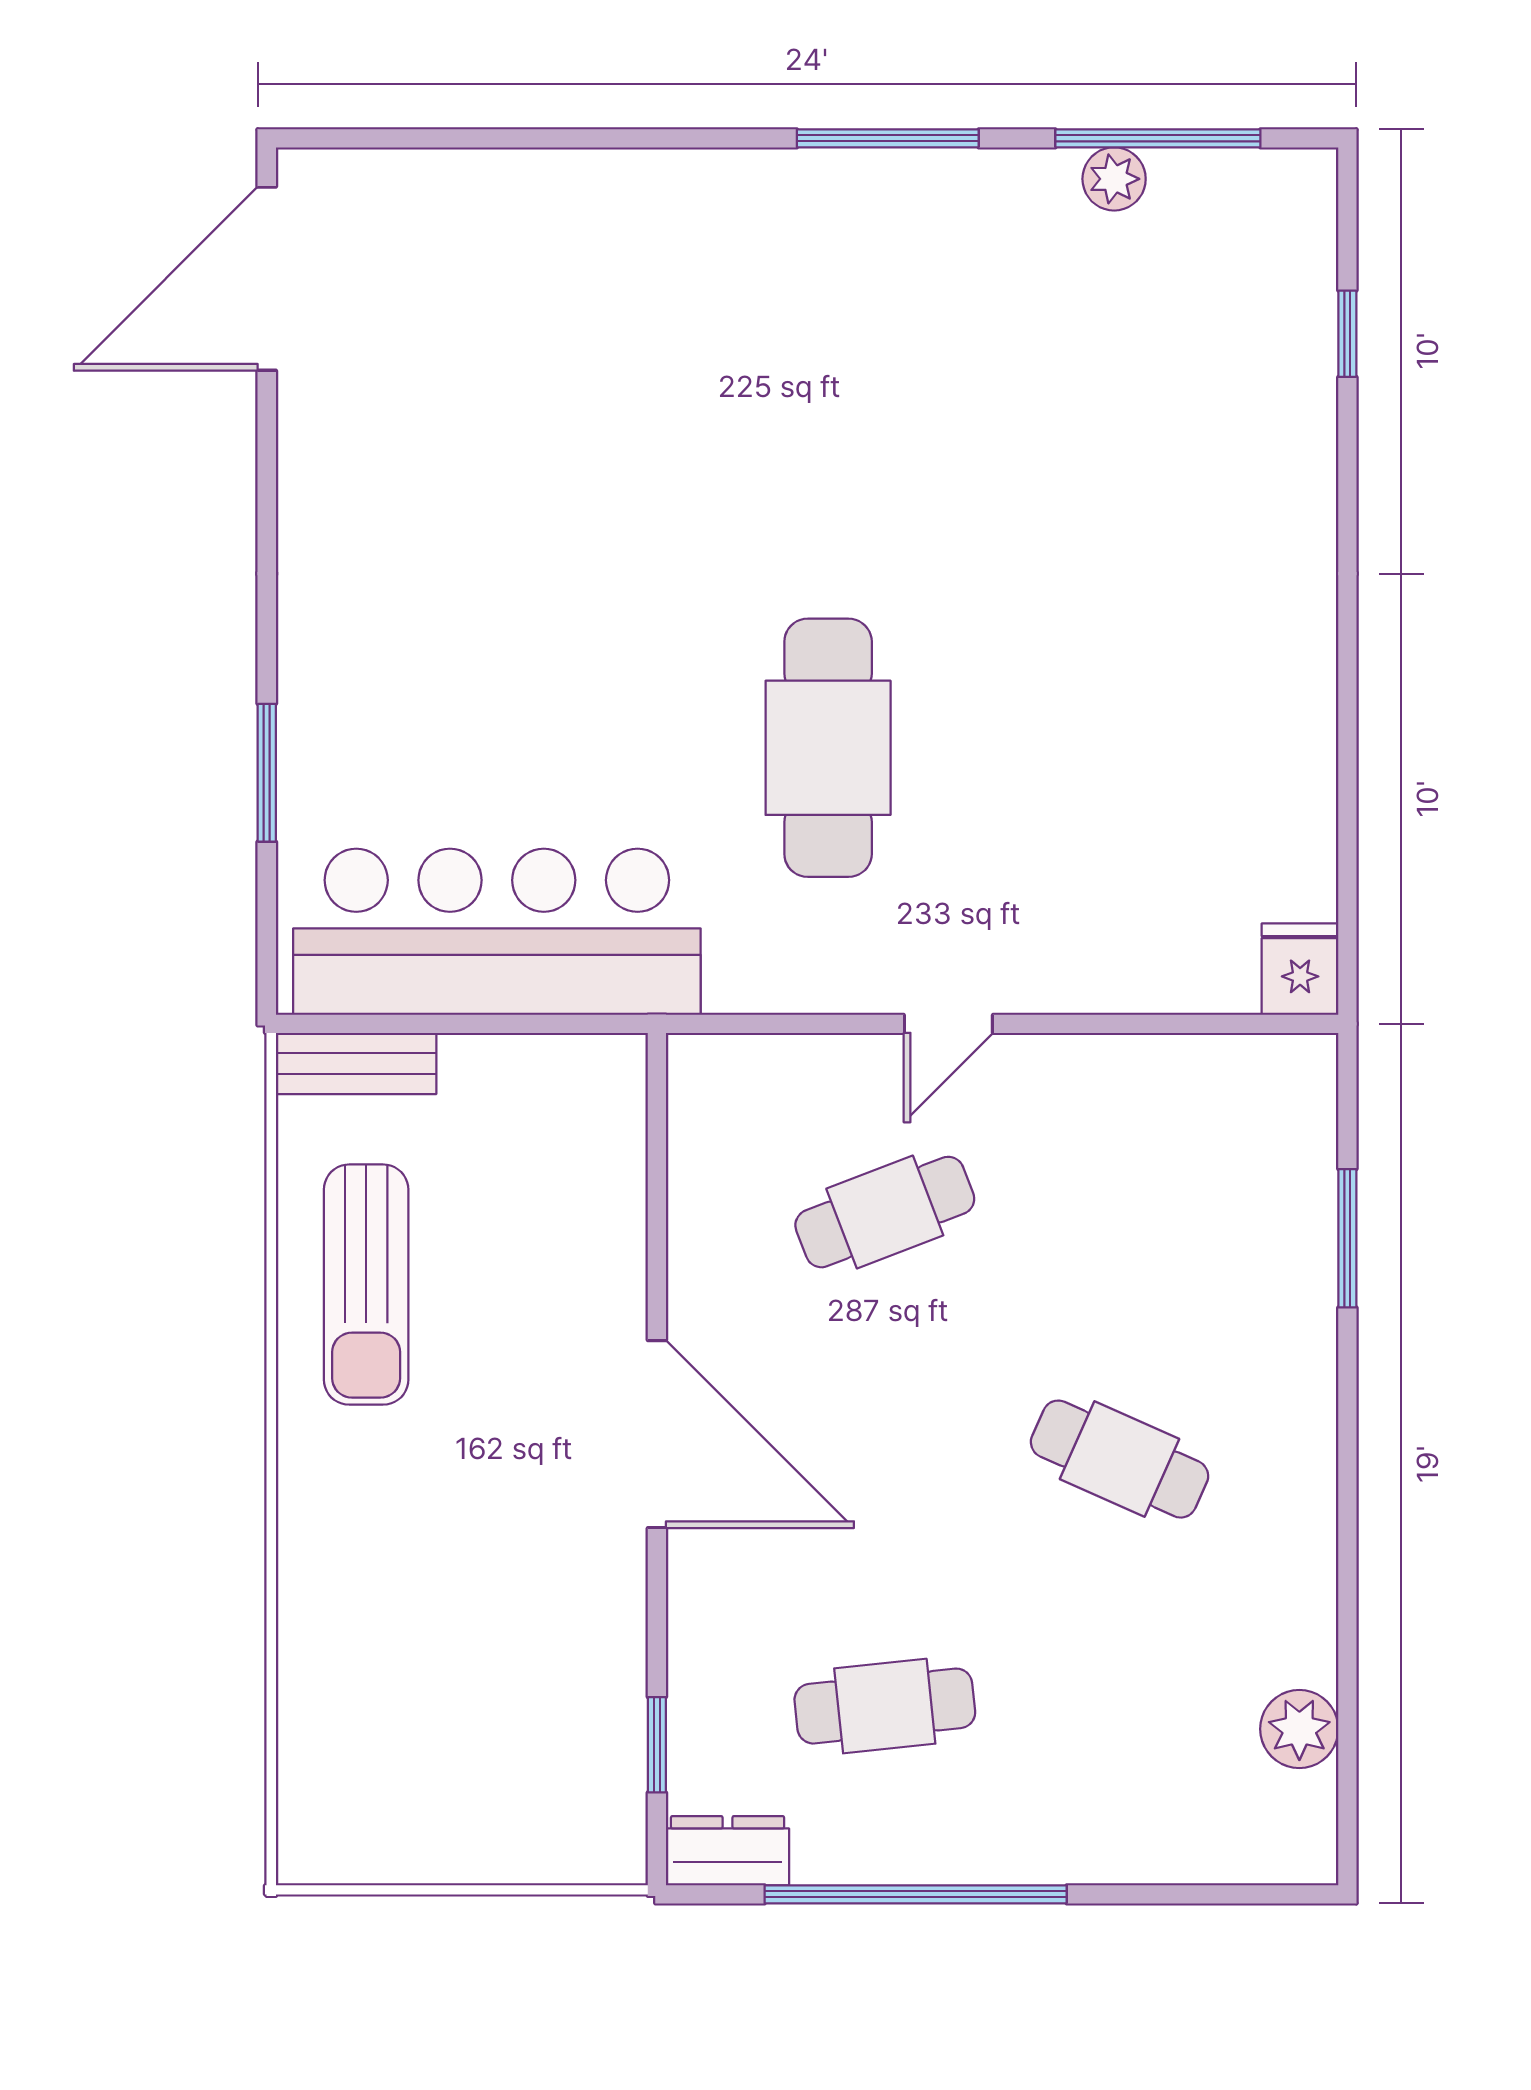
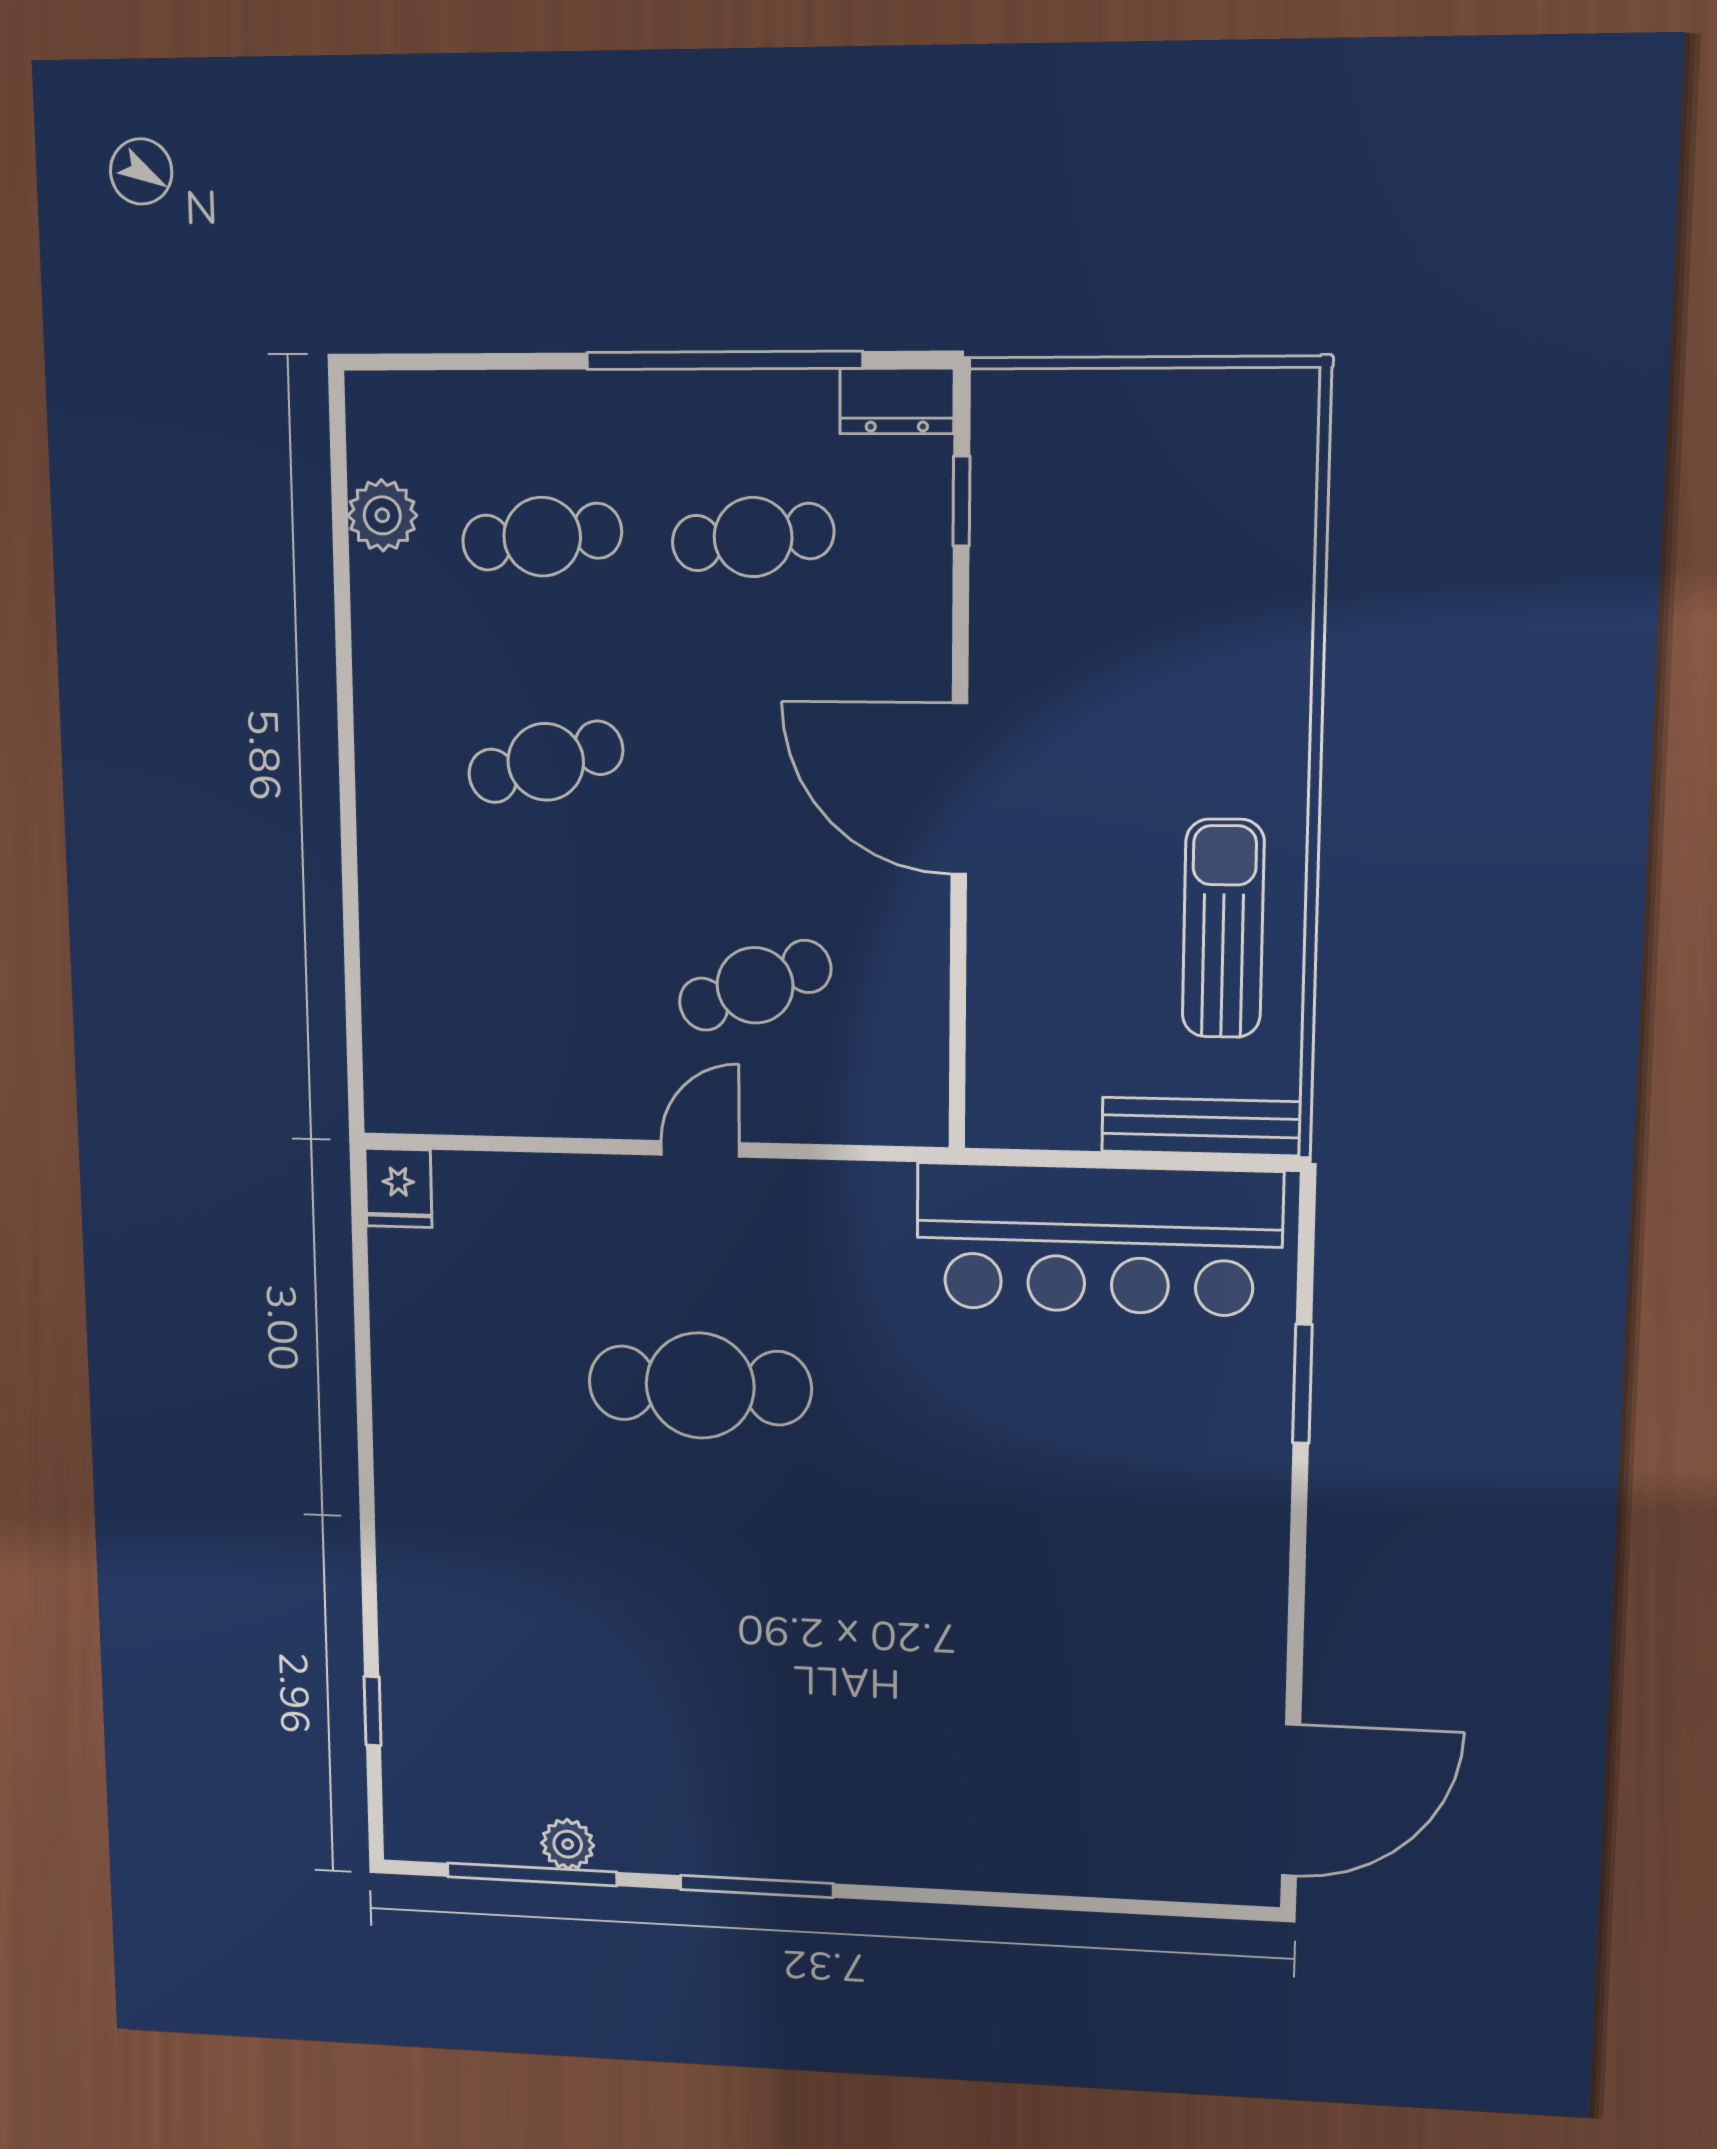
cafe table: (828, 748) -> (700, 1386), moved, turned 90
bench: (356, 1063) -> (1201, 1127), width x1.36
window: (1347, 1238) -> (352, 955), removed
cafe table: (1120, 1459) -> (546, 762), turned -39
cafe table: (1120, 1706) -> (542, 537), added

